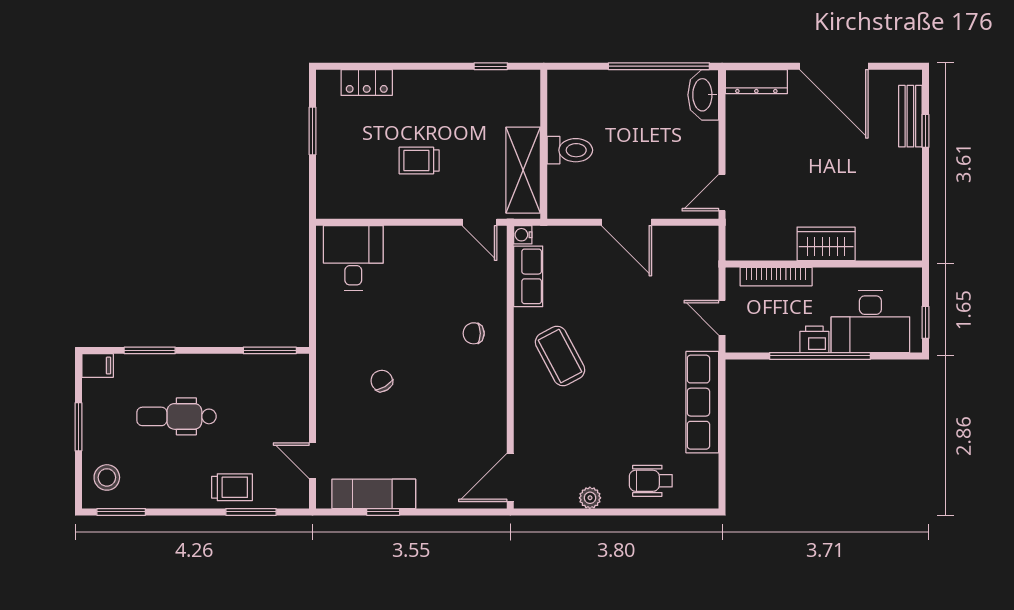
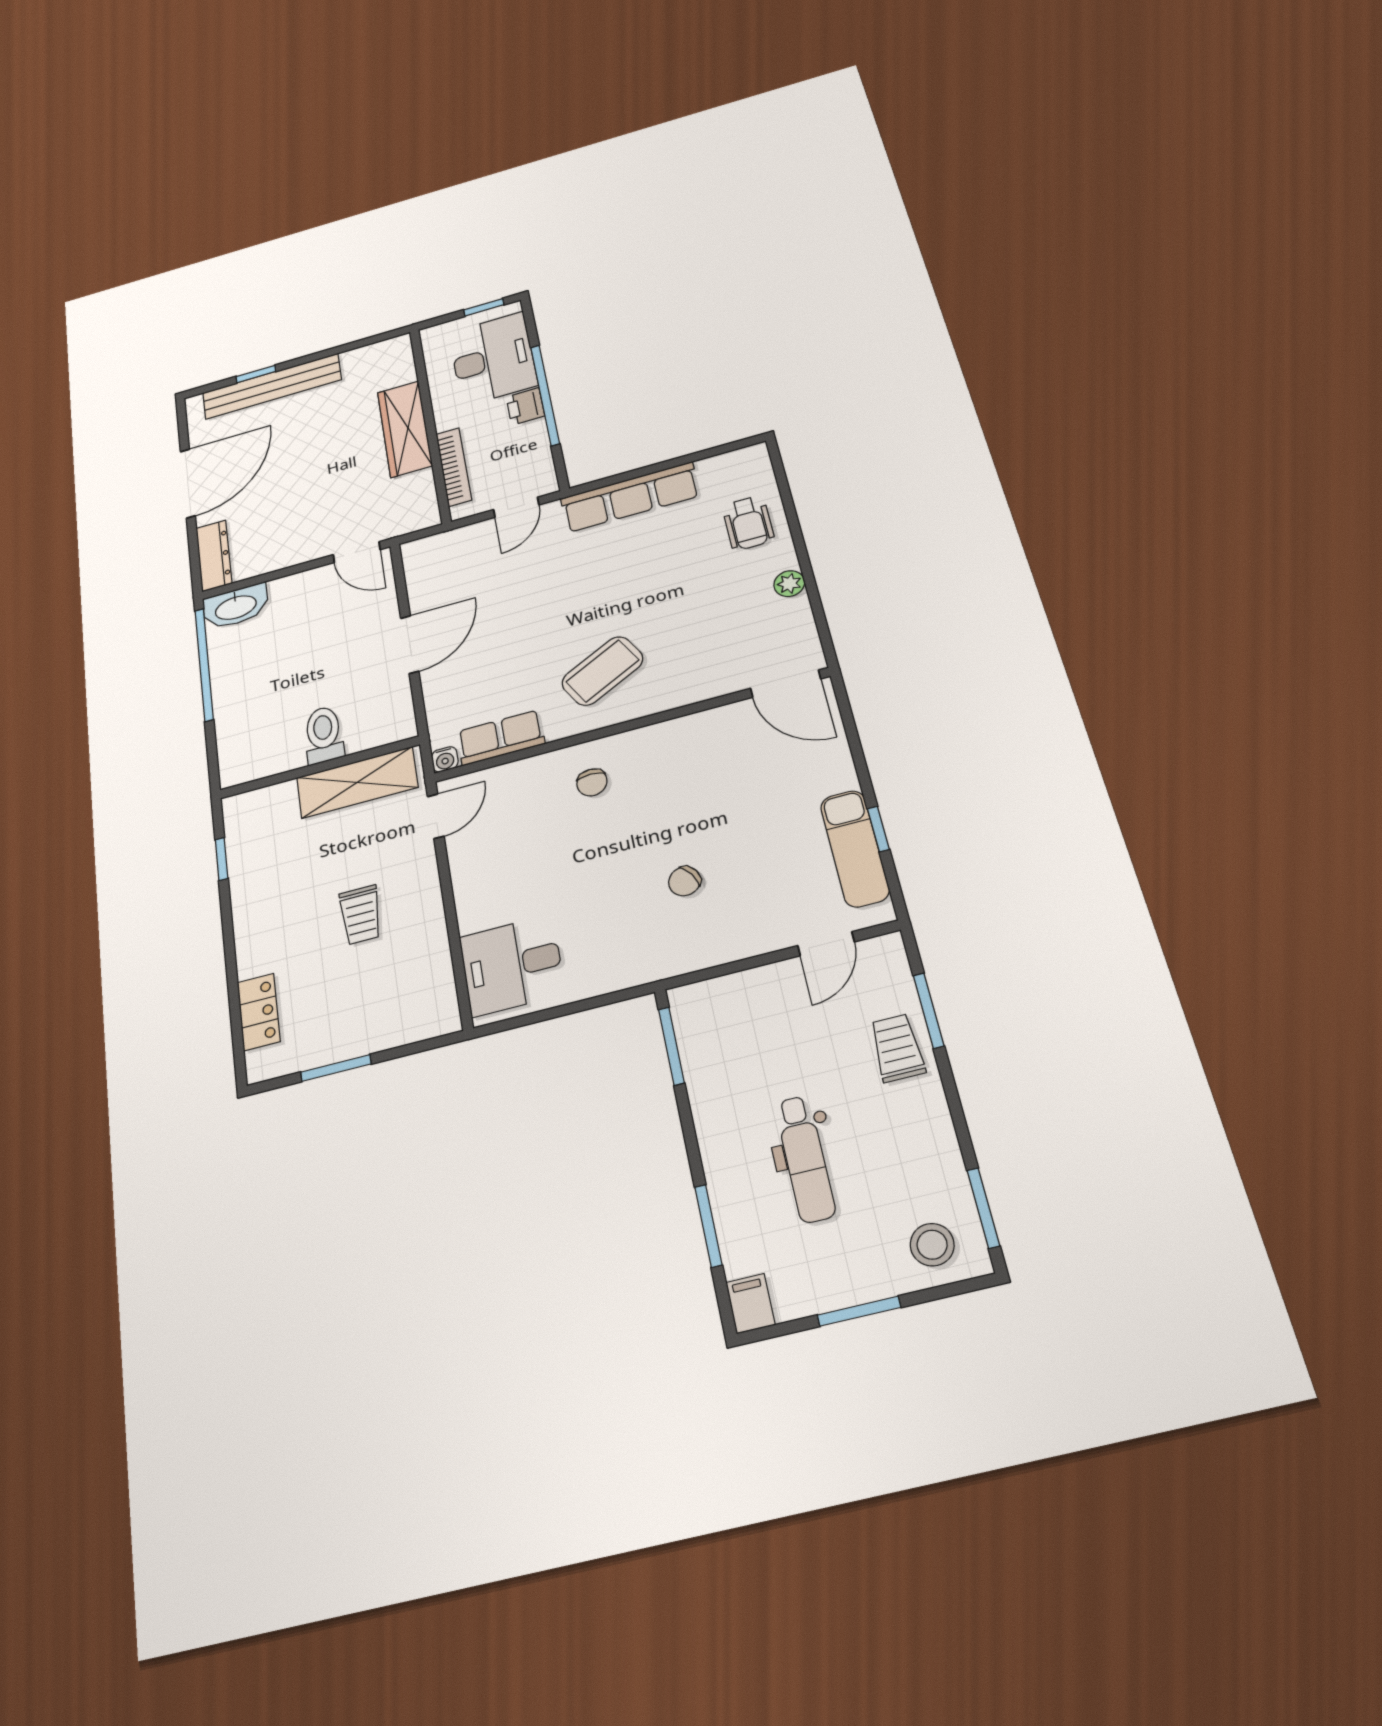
bench: (910, 116) -> (272, 386), width x1.86, depth x1.21
wardrobe: (826, 244) -> (405, 429), width x1.50

